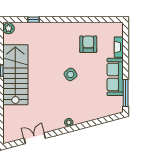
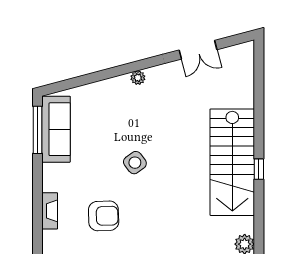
armchair: (88, 44) -> (104, 216), turned -92
sofa: (115, 77) -> (56, 129), moved

